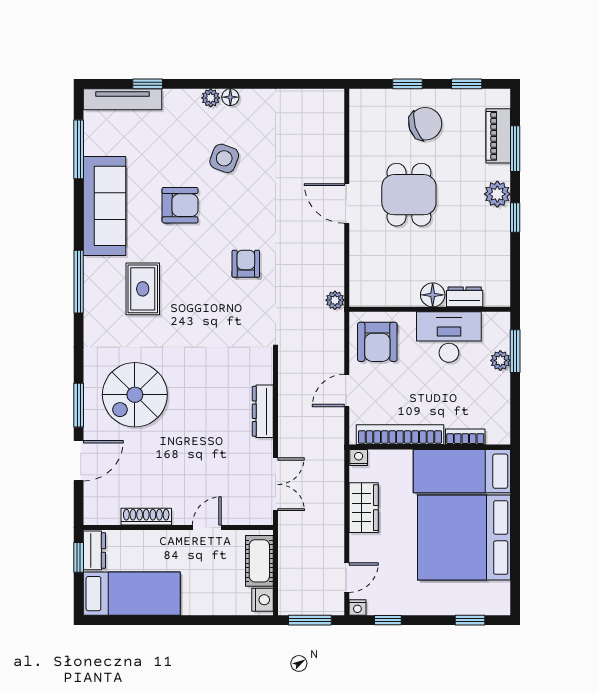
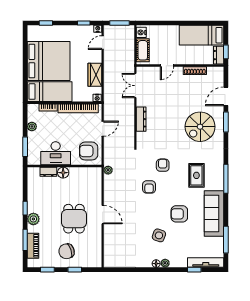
armchair: (216, 311) -> (163, 165), added
armchair: (377, 342) -> (89, 151), turned -90
plant: (500, 360) -> (32, 126), moved
spiral stairs: (135, 395) -> (200, 127), turned 180

